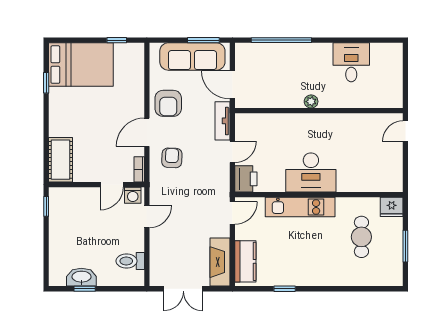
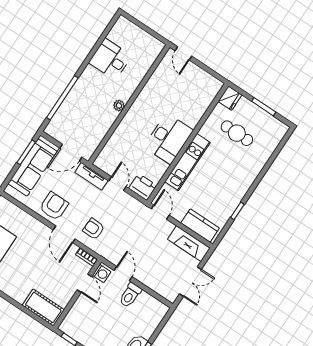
armchair: (168, 103) -> (54, 206), turned -90
toilet: (130, 261) -> (130, 295), moved

